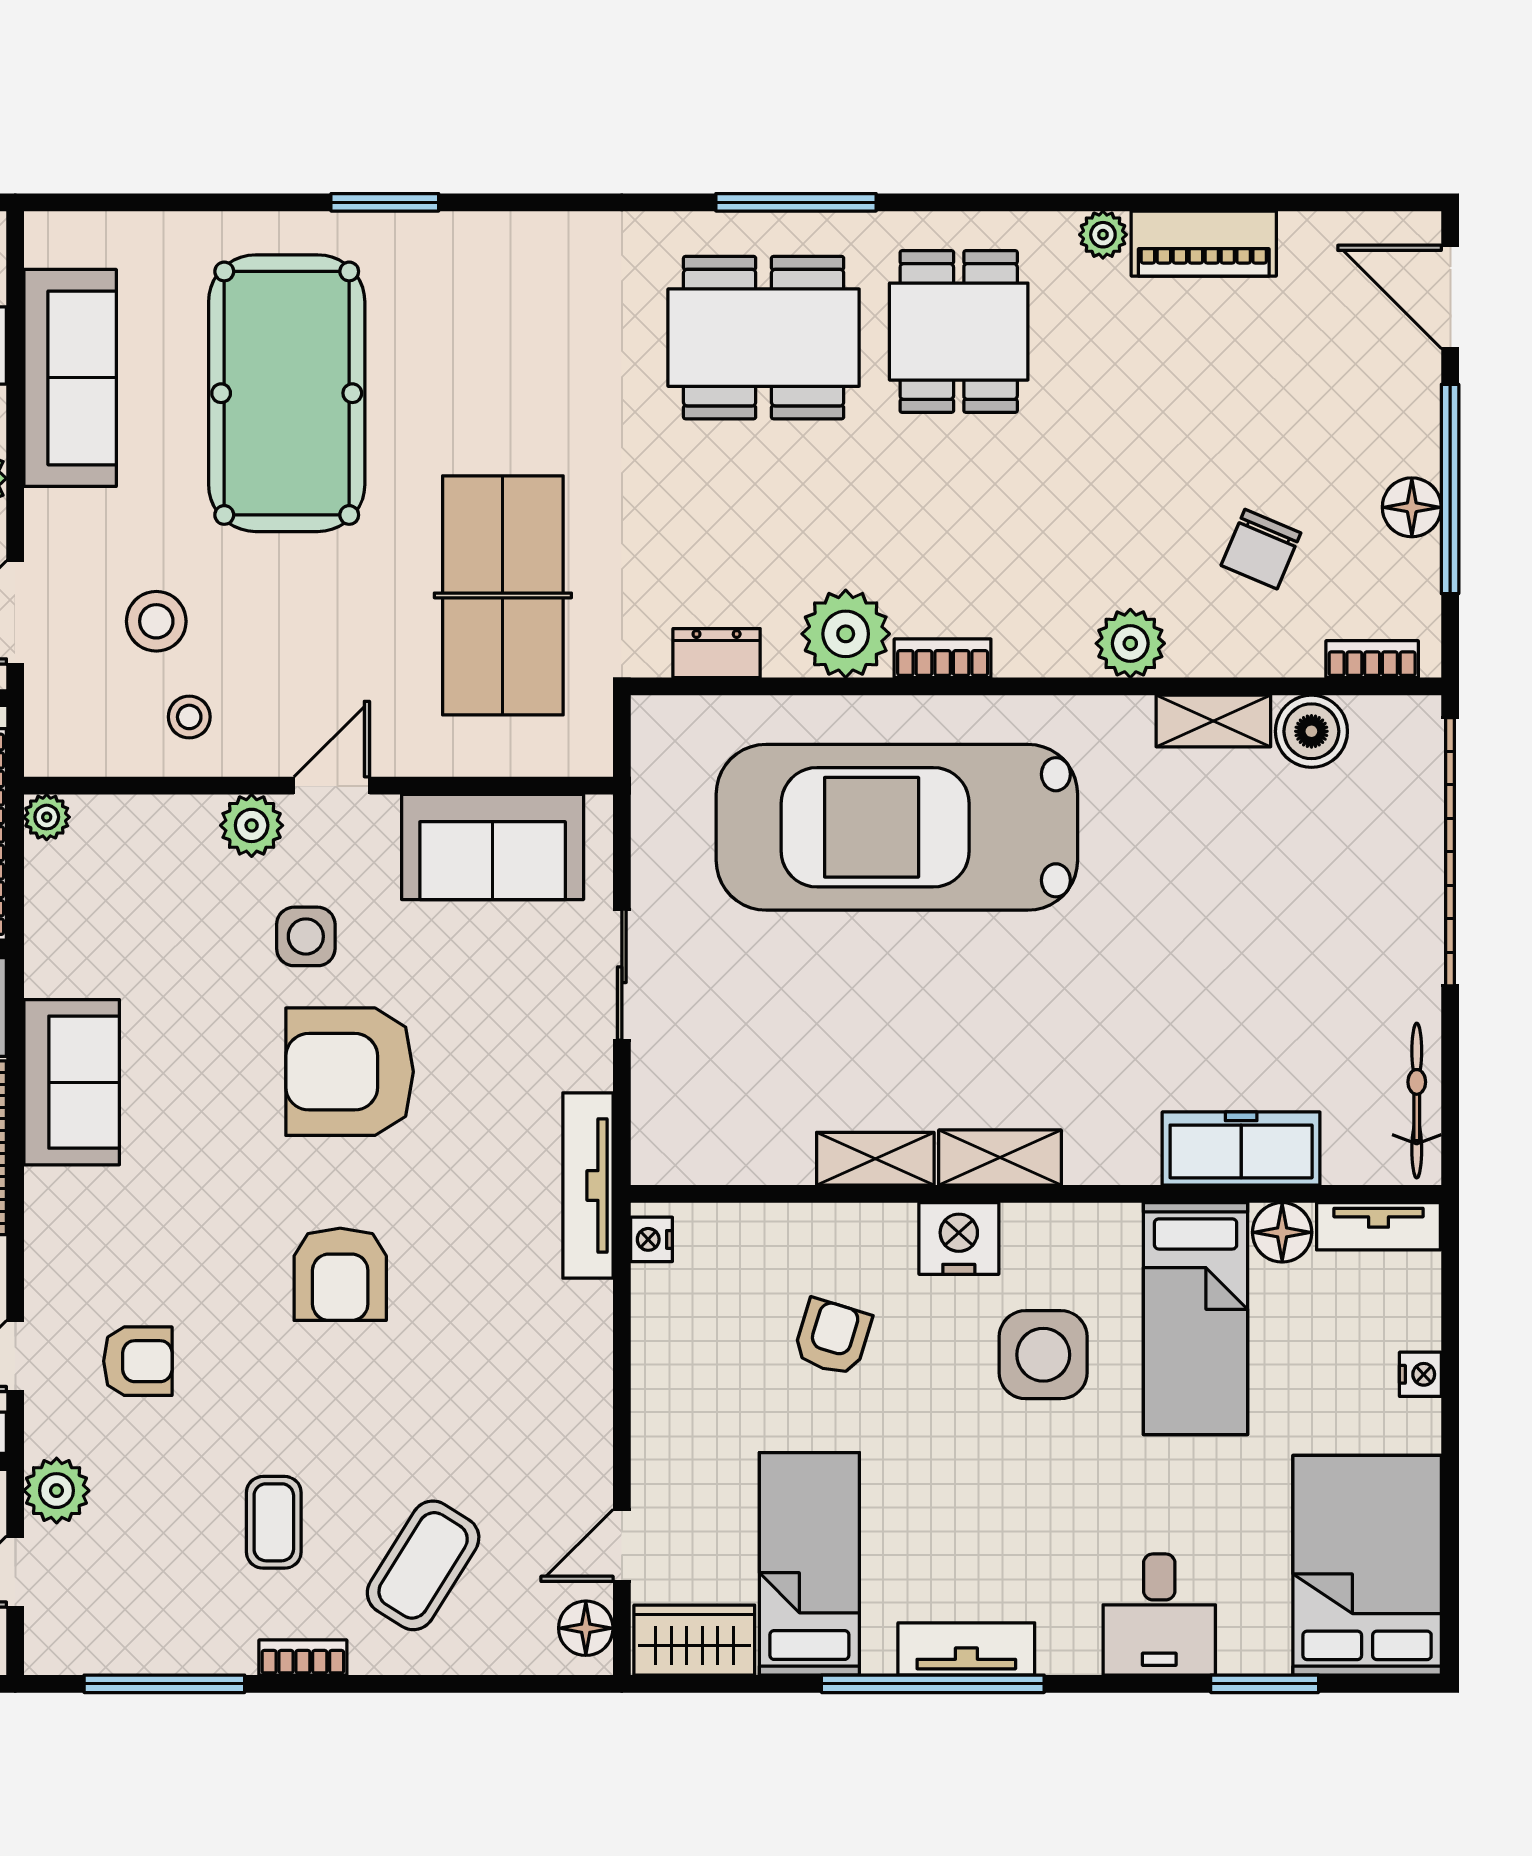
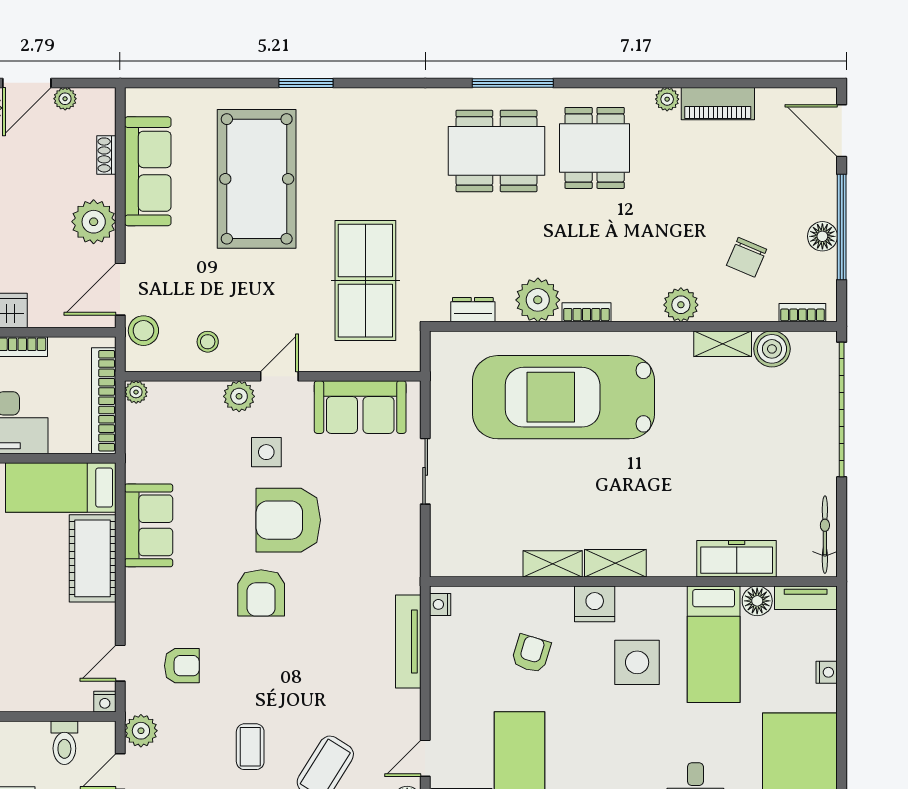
stool: (156, 621) -> (143, 331), moved
tv unit: (588, 1186) -> (408, 642), moved
armchair: (340, 1274) -> (261, 593), moved

